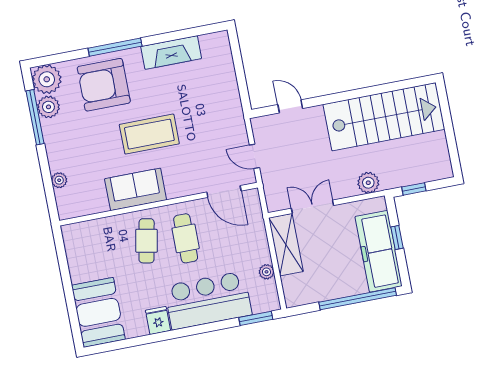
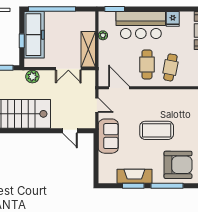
window: (170, 37) -> (133, 186), added
sofa: (136, 189) -> (108, 136), moved, turned -90

